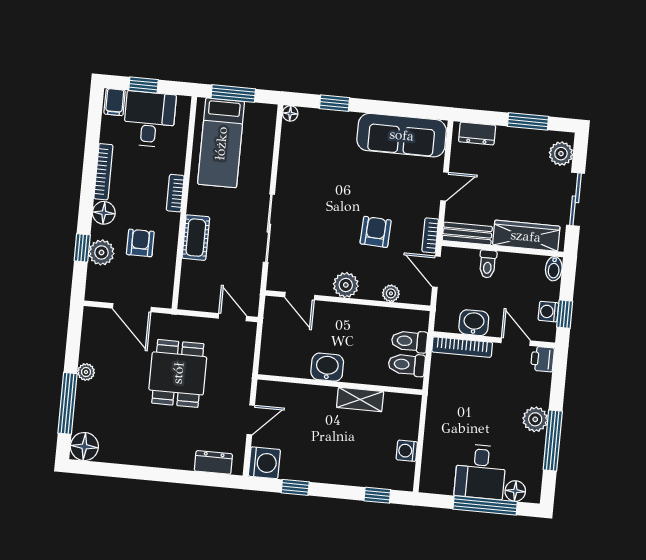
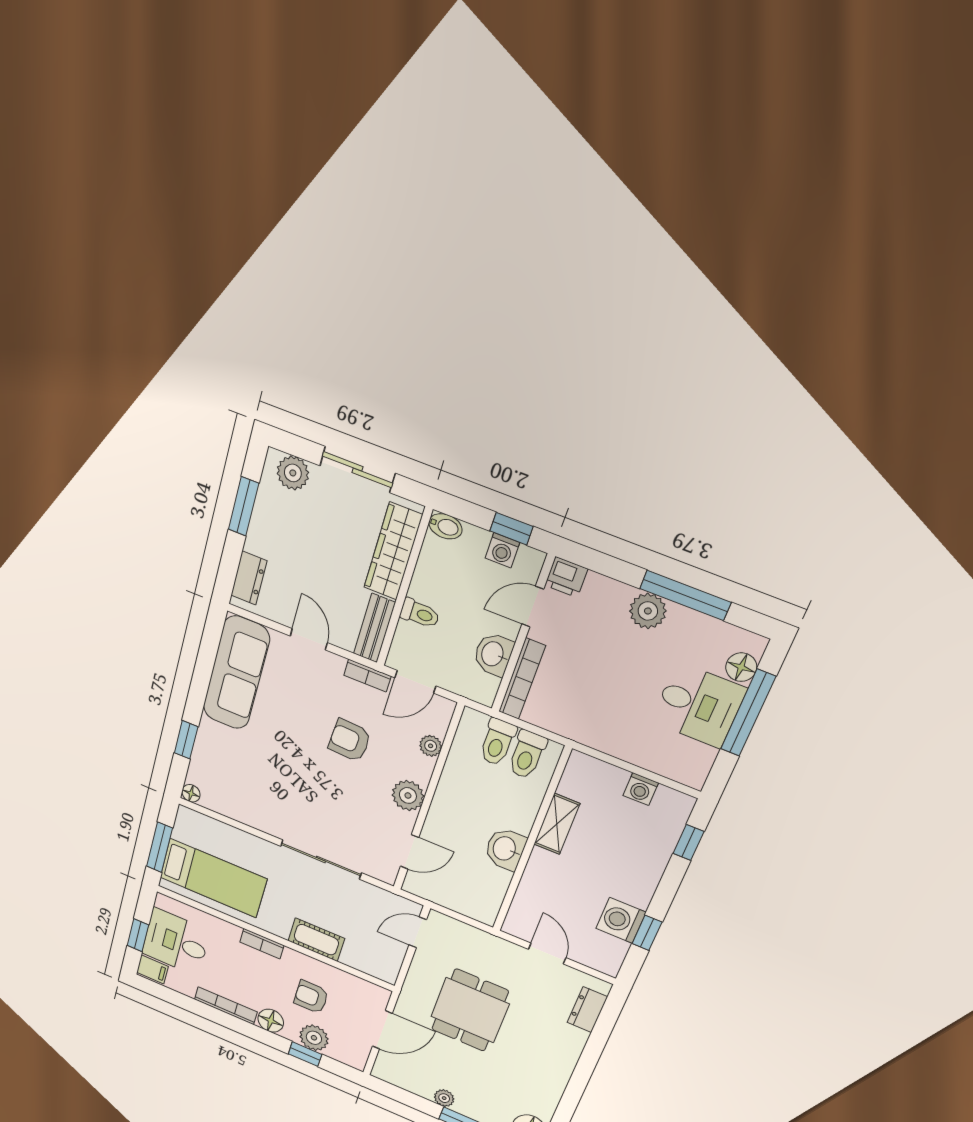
dining table: (178, 373) -> (470, 1010), turned 90
washing machine: (264, 463) -> (621, 920), moved, turned -90

